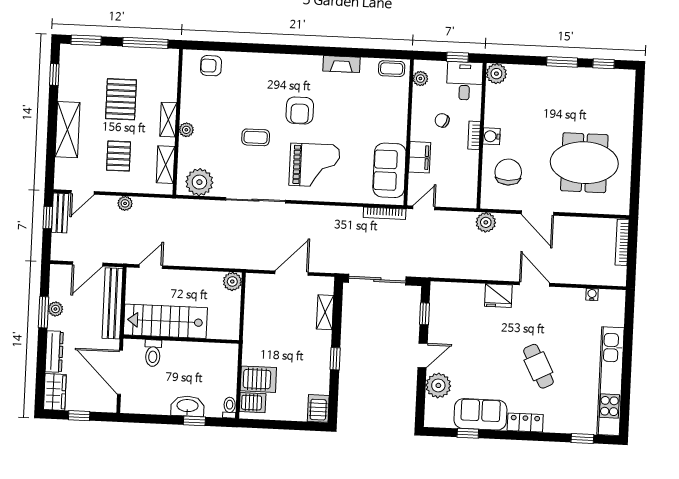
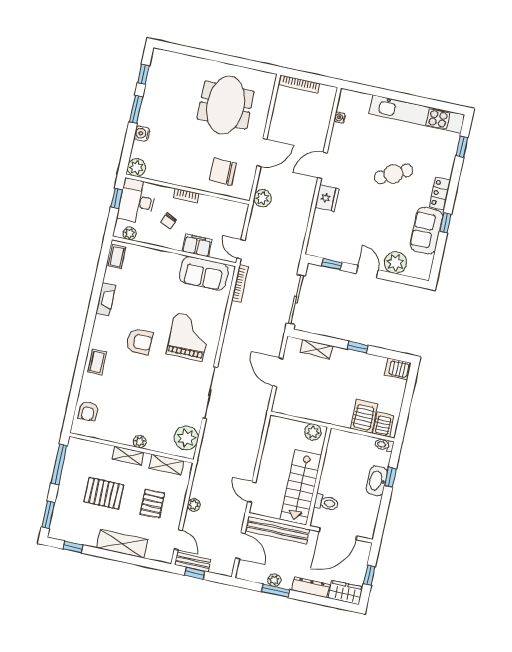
desk: (465, 81) -> (137, 201), width x1.37
water cooler: (492, 136) -> (142, 134), moved, turned 90
coffee table: (256, 137) -> (97, 362), moved
pallet: (119, 156) -> (152, 504), turned 90
plant: (232, 281) -> (313, 432), moved
window: (468, 433) -> (445, 223), moved

